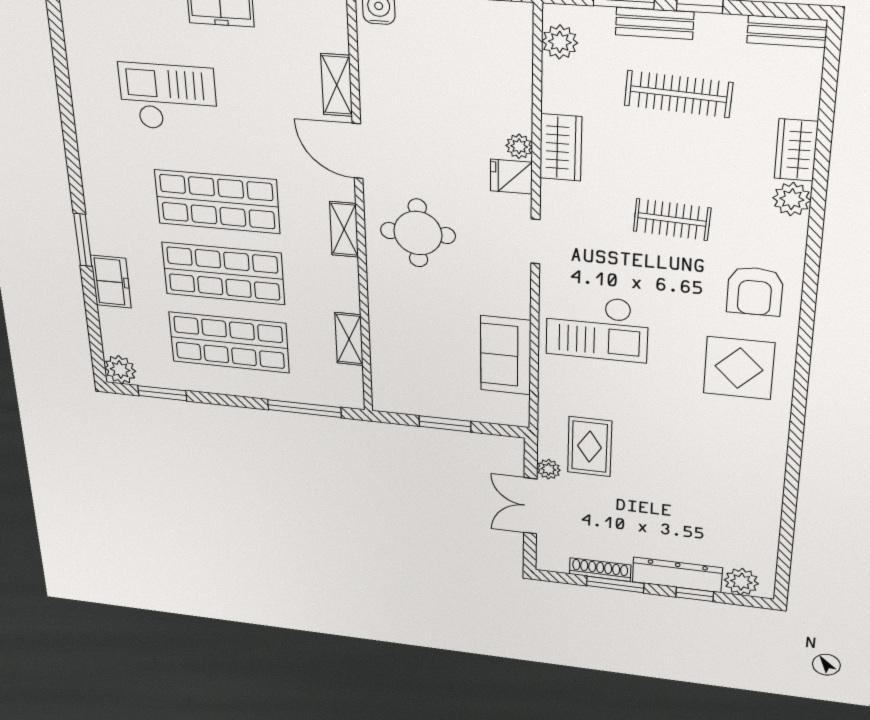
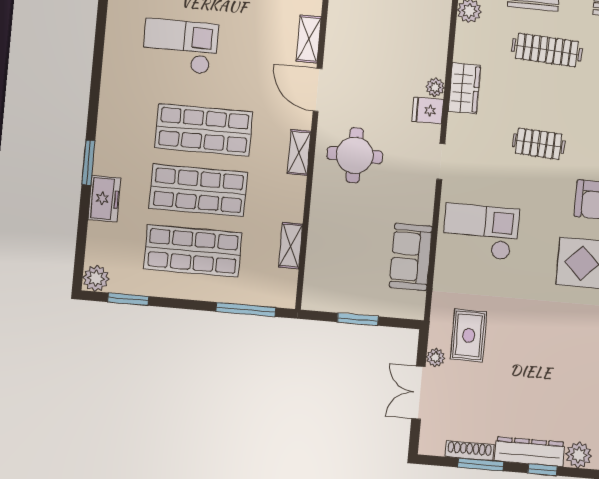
checkout: (597, 328) -> (481, 232), turned 180

